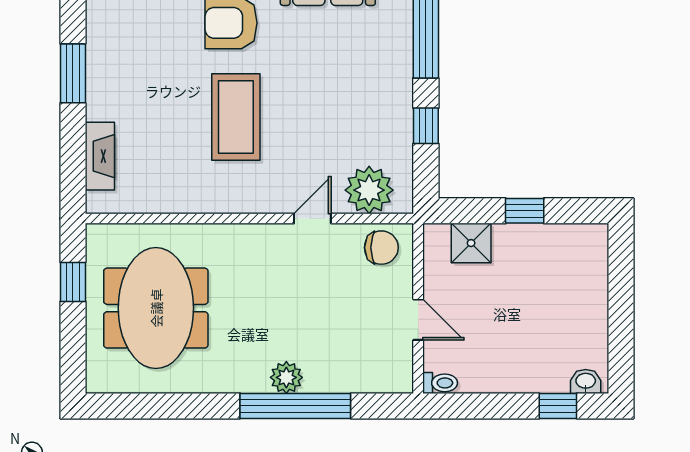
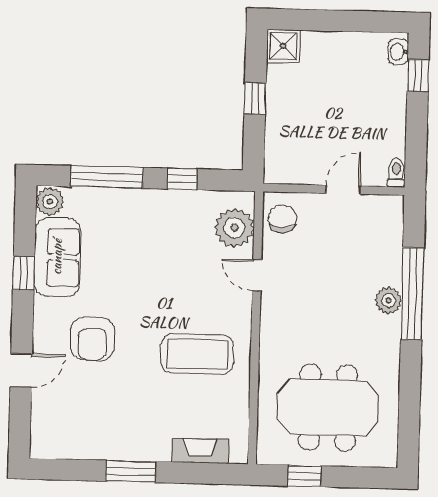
coffee table: (236, 117) -> (197, 354), moved
shower: (471, 243) -> (283, 46), moved

